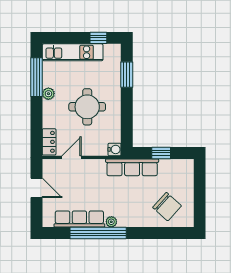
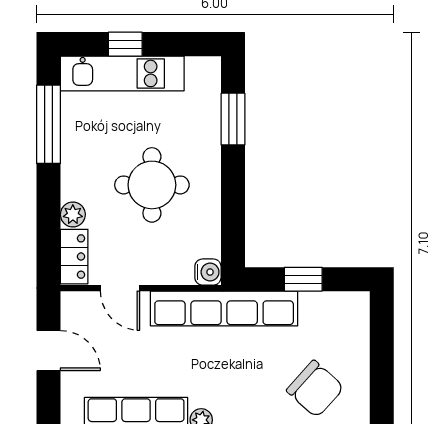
window: (98, 38) -> (125, 44), moved
plant: (48, 94) -> (73, 214), moved
door: (72, 157) -> (120, 288), swing flipped
row of seats: (132, 167) -> (224, 309), width x1.36

